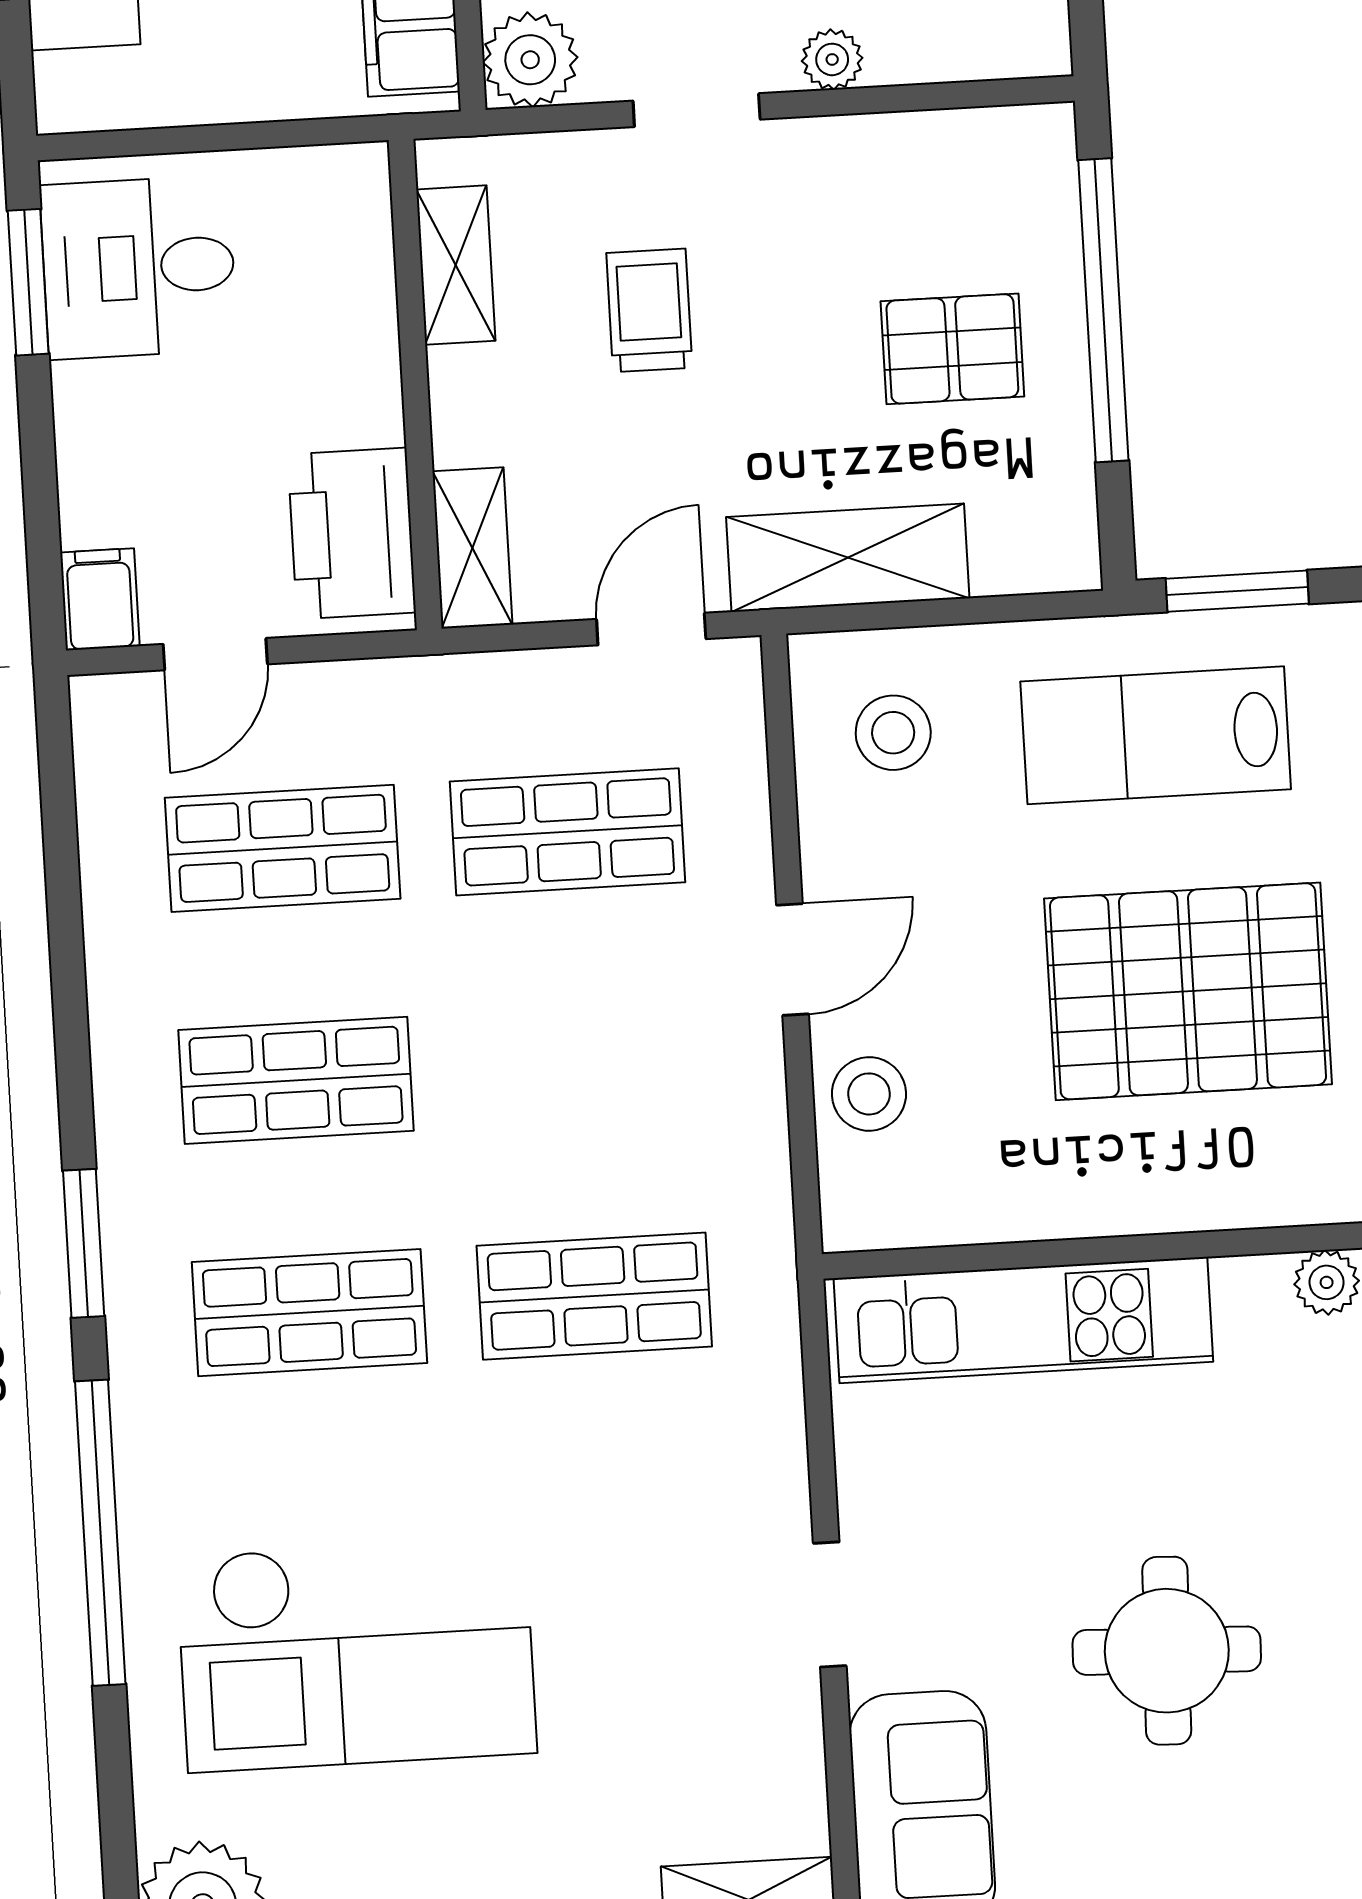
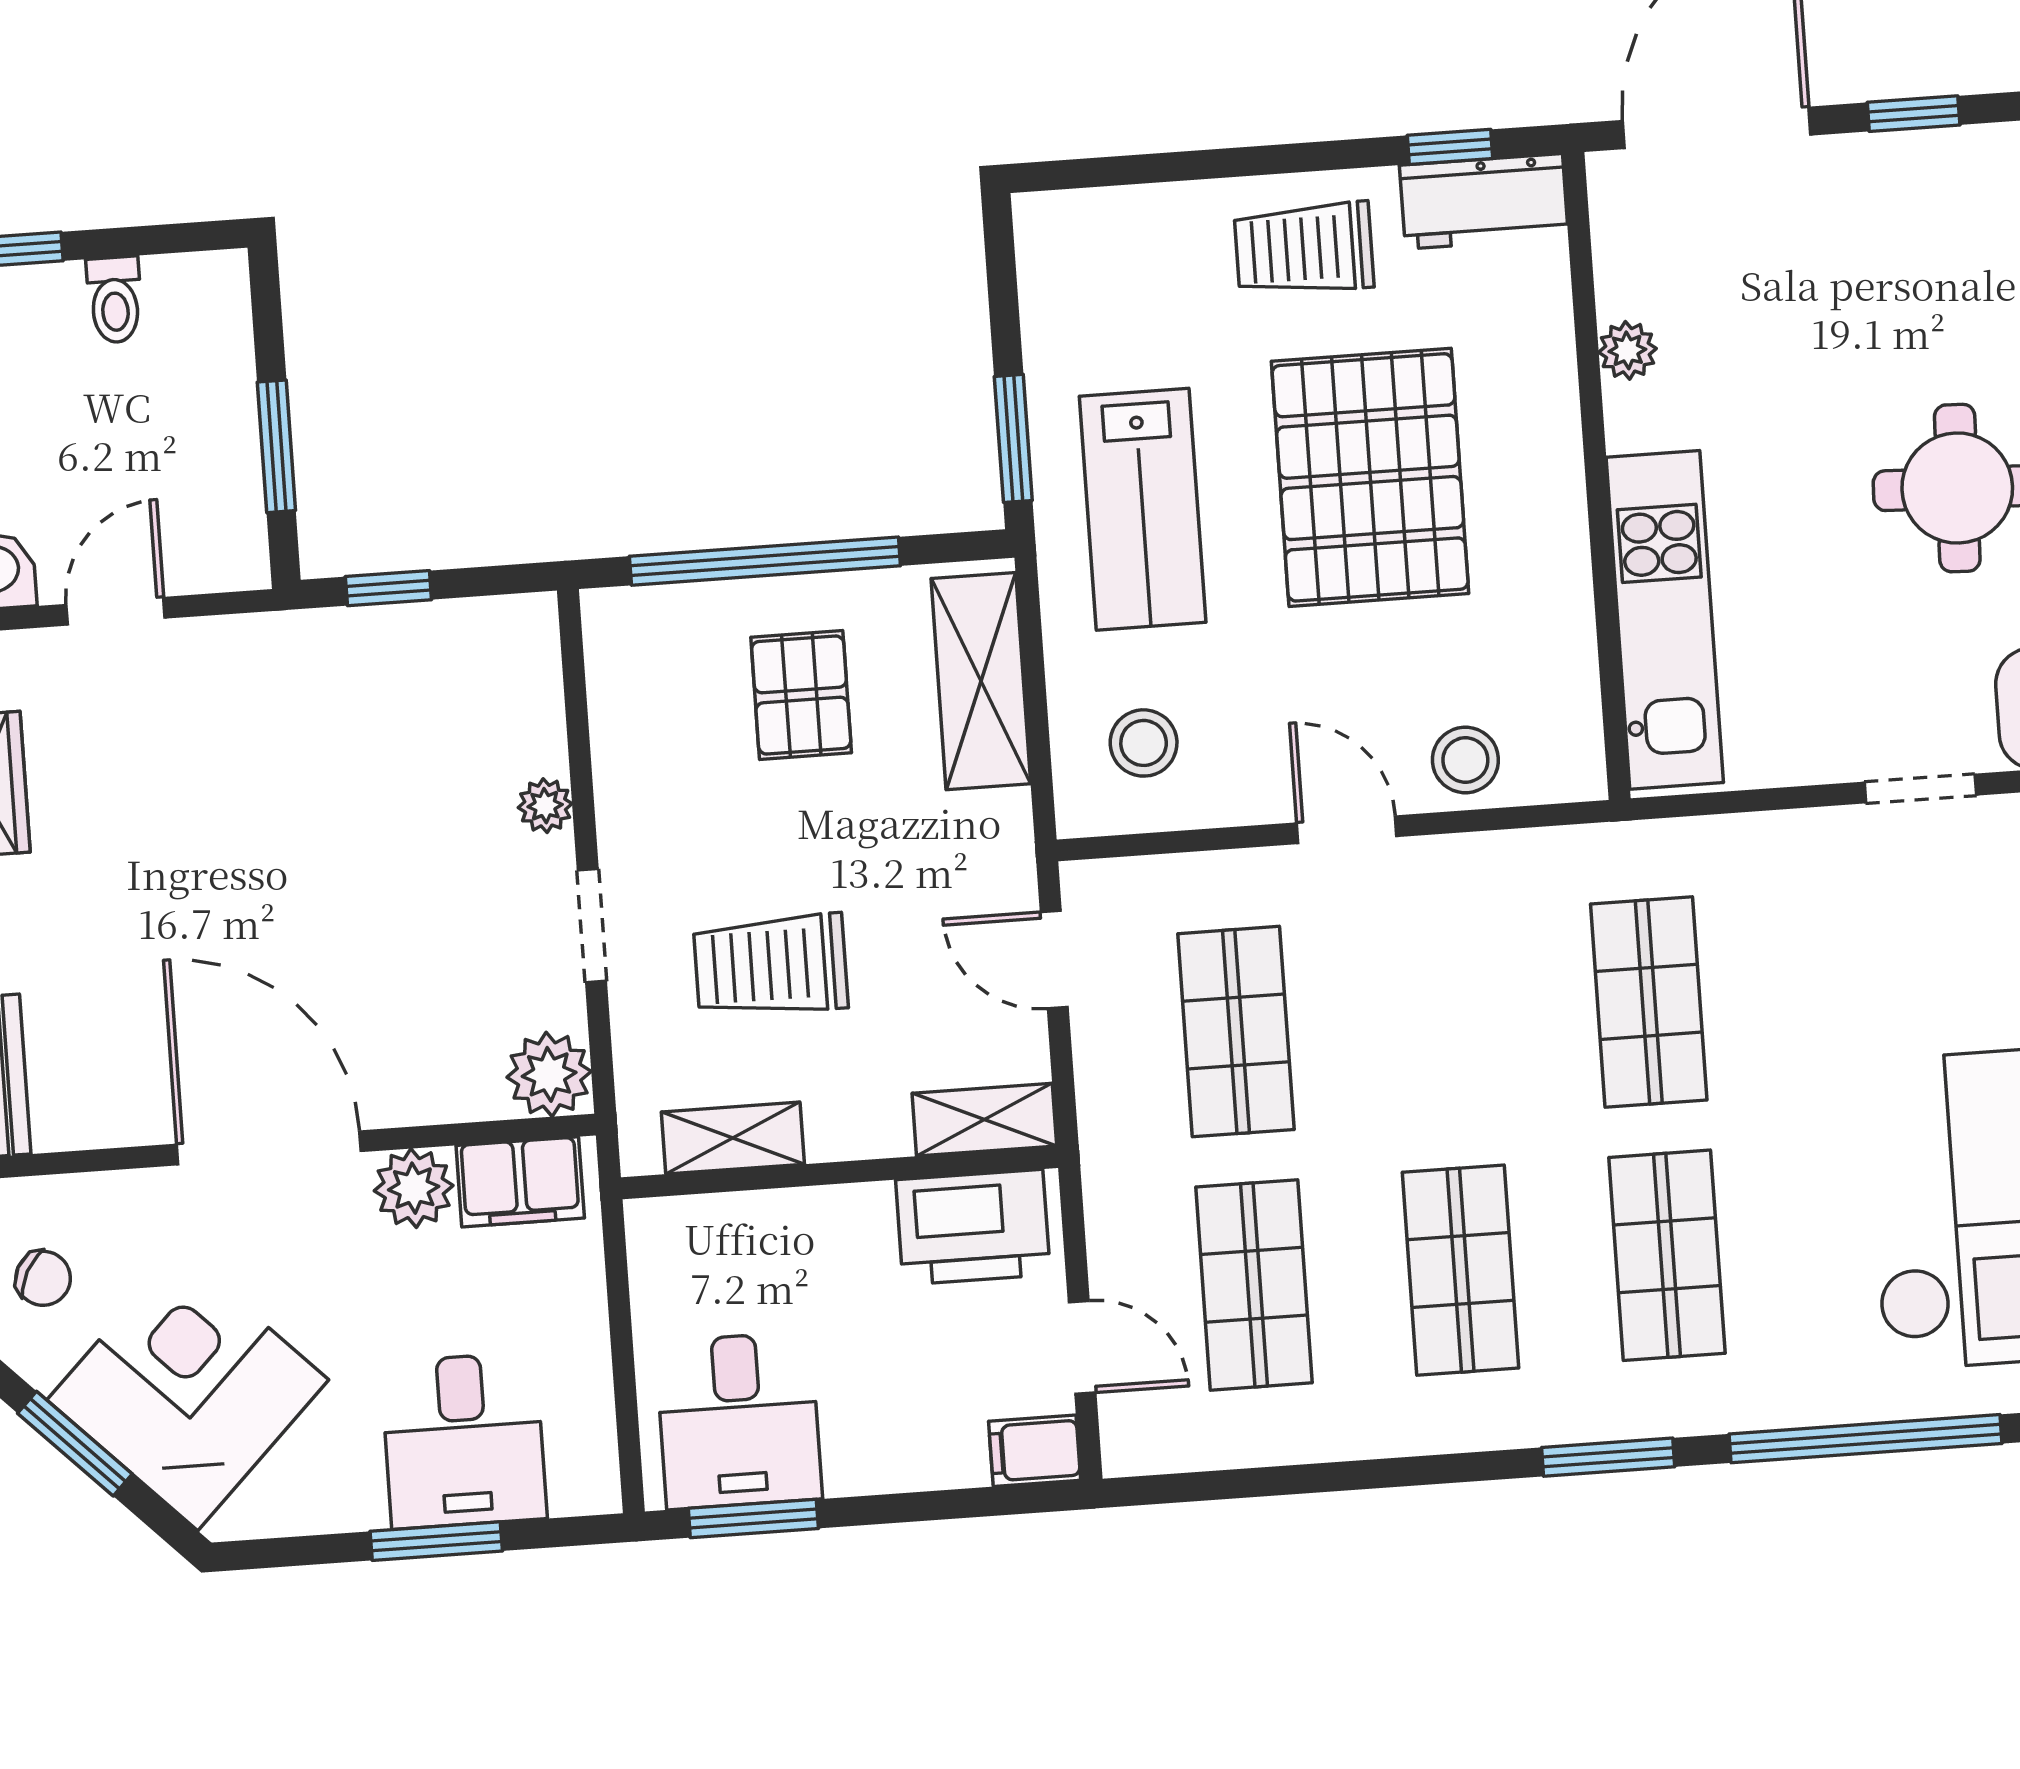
trolley: (649, 310) -> (771, 965), width x1.36, depth x1.39
shelving: (848, 558) -> (981, 681), moved

